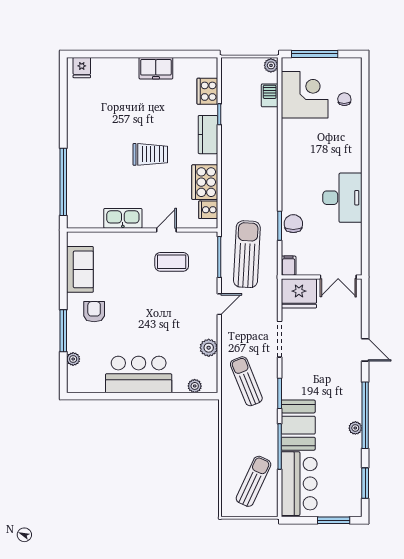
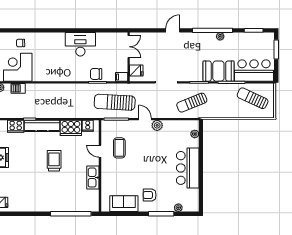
kitchen counter: (208, 135) -> (42, 126), width x1.50
fridge: (299, 293) -> (136, 71), width x0.53, depth x0.75
plant: (209, 348) -> (157, 125), moved

